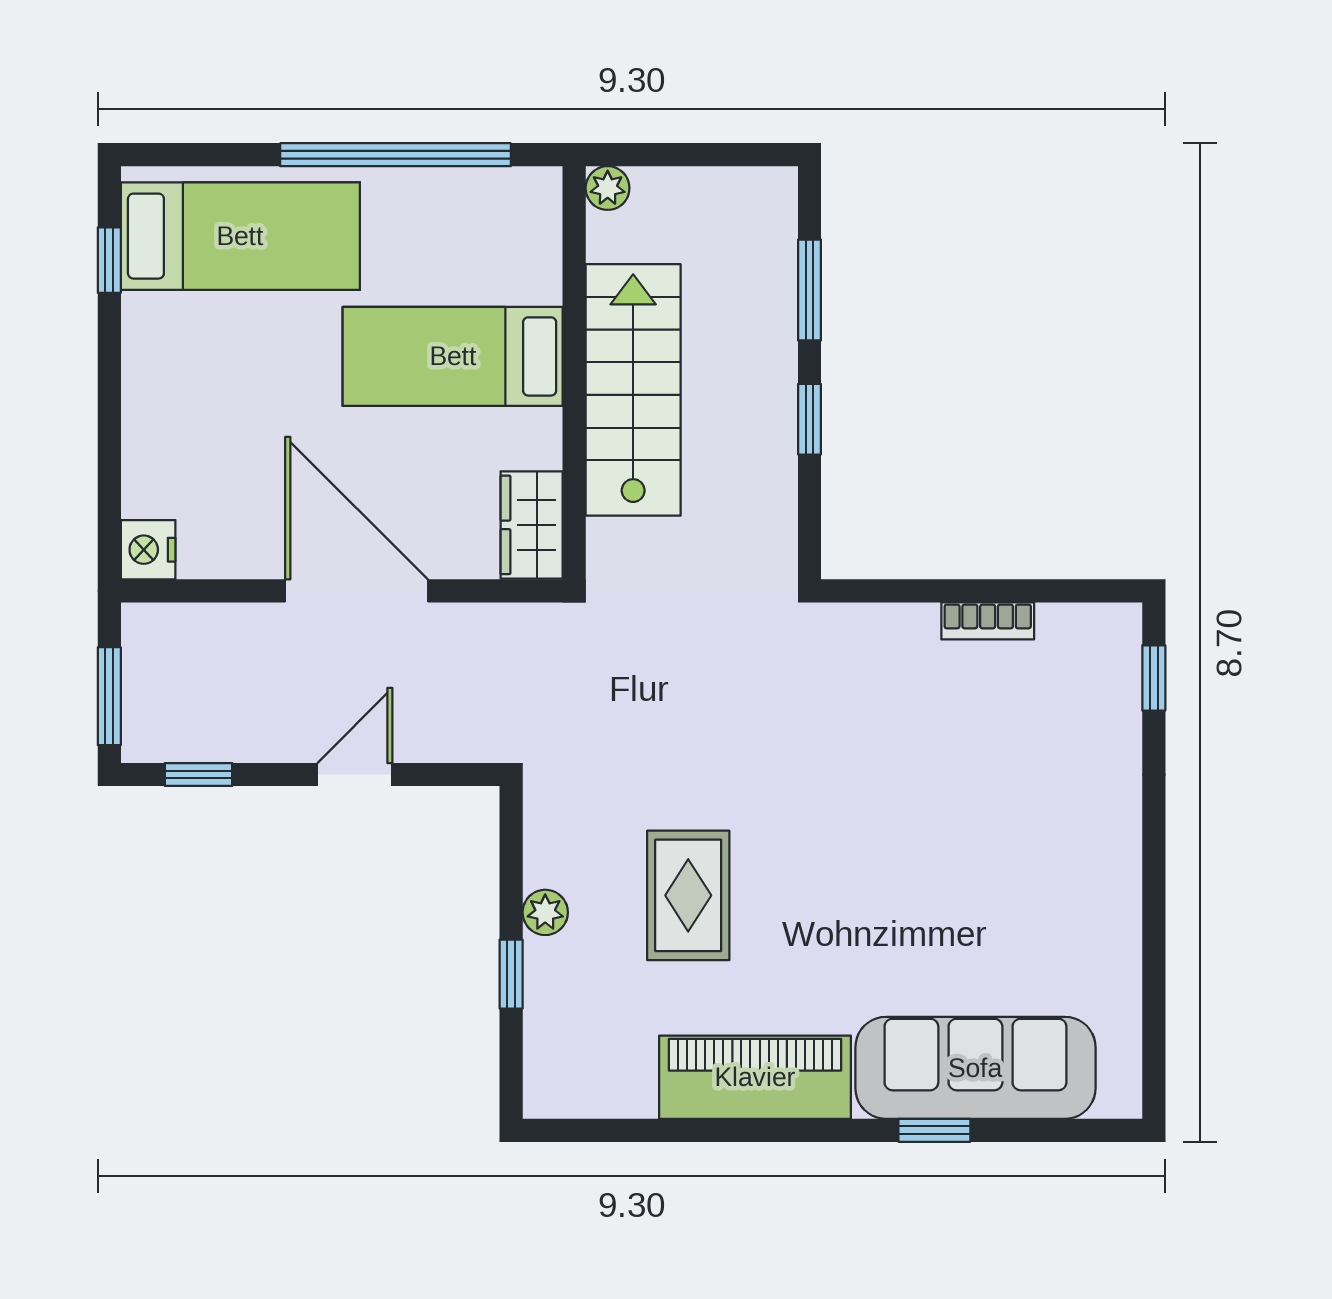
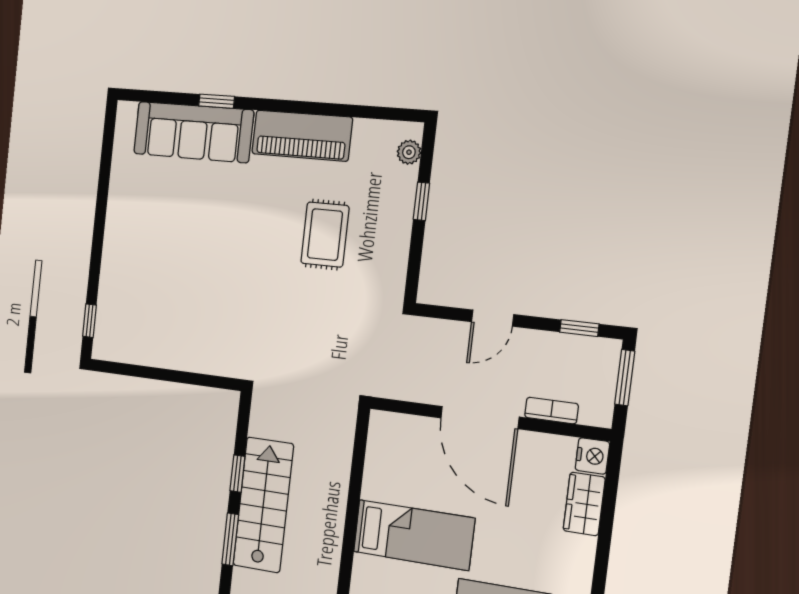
stairs: (633, 390) -> (263, 505), moved, turned 180
wardrobe: (532, 525) -> (584, 504), moved, turned 180
bookcase: (988, 621) -> (552, 411), moved
plant: (545, 912) -> (409, 152), moved

